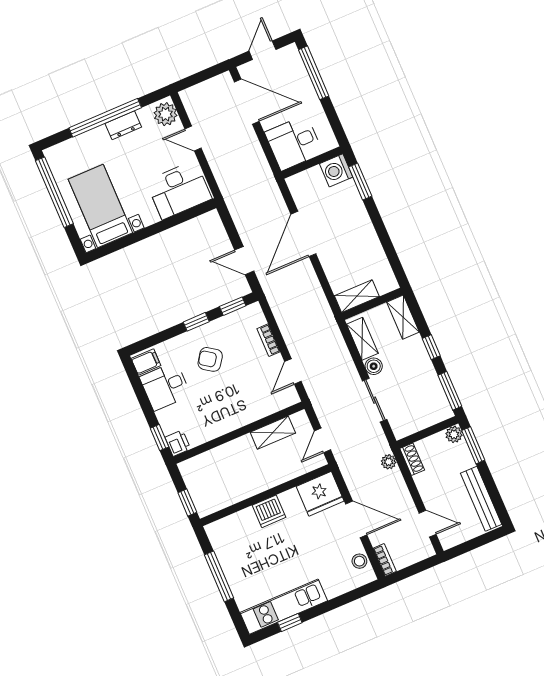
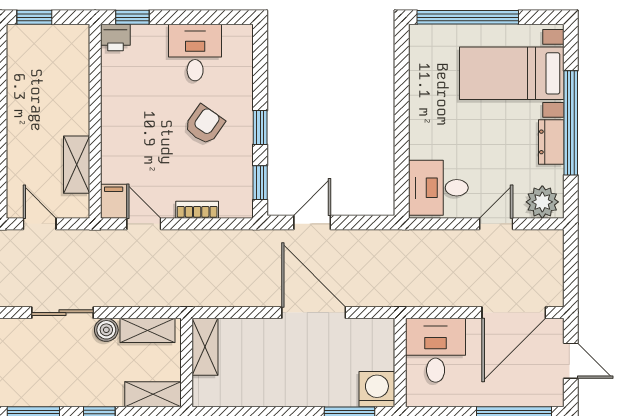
desk: (179, 190) -> (438, 188), width x0.73
window: (54, 192) -> (468, 17), moved
bed with nightstands: (100, 206) -> (512, 73), moved, turned 180
filing cabinet: (146, 362) -> (114, 201), moved, turned 180

